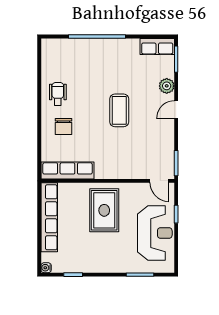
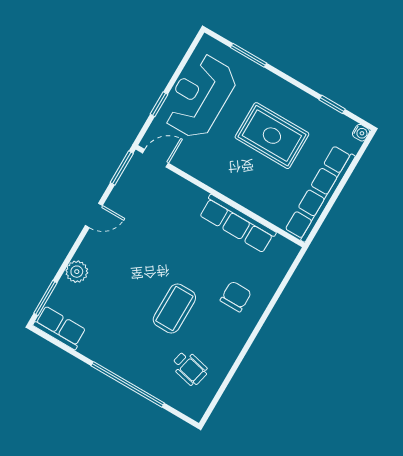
wheelchair: (58, 94) -> (190, 368), moved, turned -77
coffee table: (119, 110) -> (174, 309), moved
door: (176, 110) -> (94, 215), moved
row of seats: (67, 170) -> (237, 224), moved
door: (159, 181) -> (155, 158), hinge flipped
rug: (104, 210) -> (272, 136), moved, turned 90

